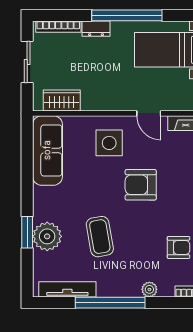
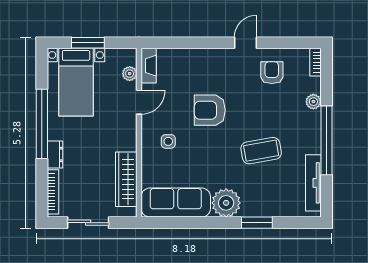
wardrobe: (62, 101) -> (126, 179), width x1.50
plant: (178, 104) -> (130, 74), added
side table: (109, 143) -> (168, 141), width x0.54, depth x0.54
armchair: (141, 185) -> (210, 110), turned 90
plant: (47, 236) -> (226, 203), moved

